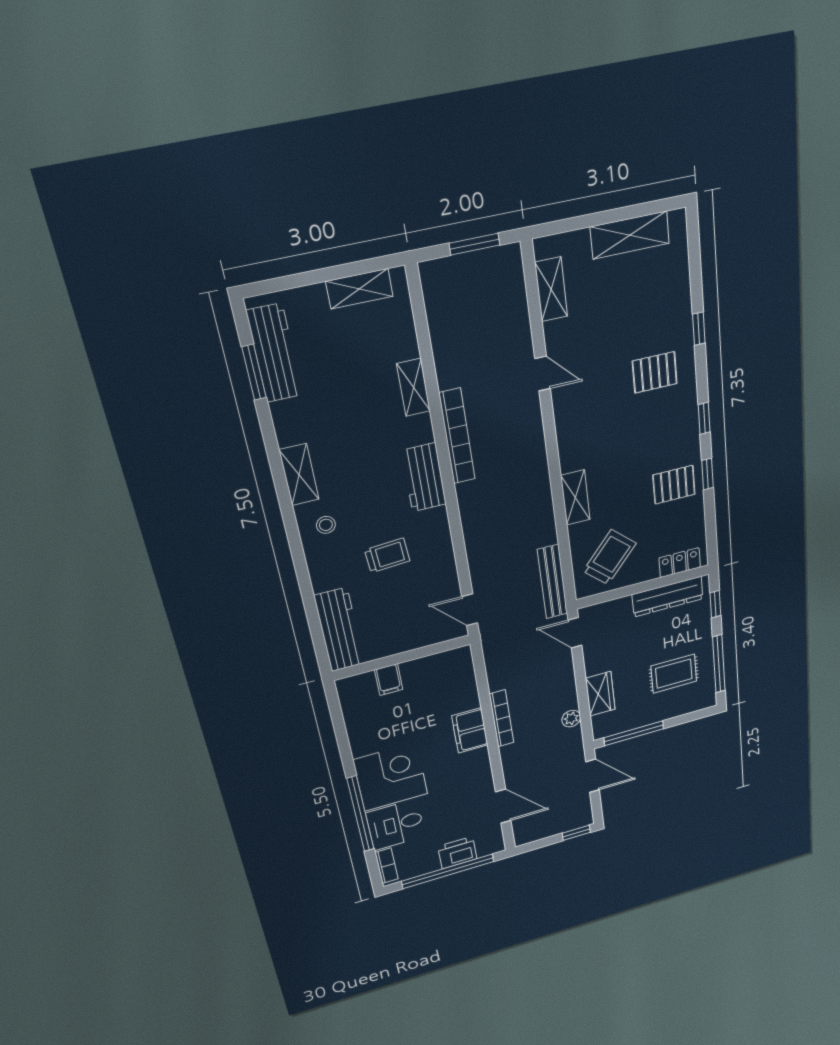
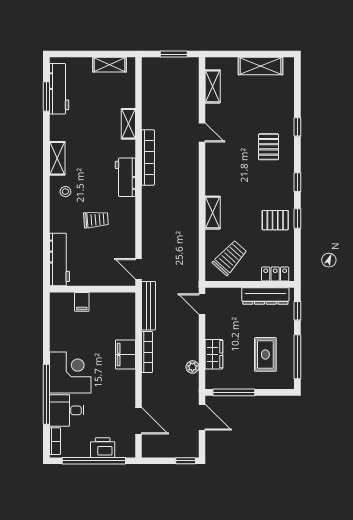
pallet: (655, 372) -> (269, 147), turned 90
bench: (553, 582) -> (148, 306), moved
rug: (674, 674) -> (265, 354), turned 90

